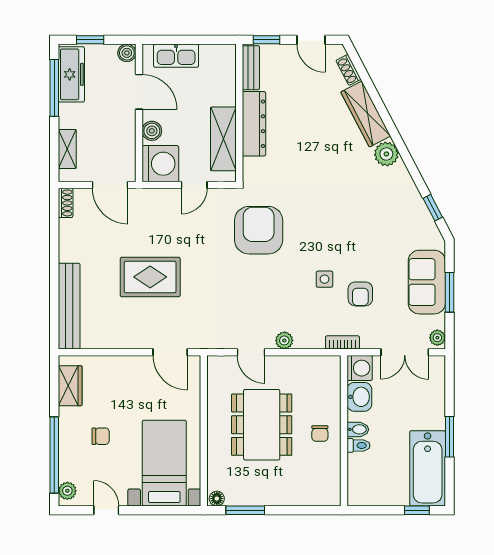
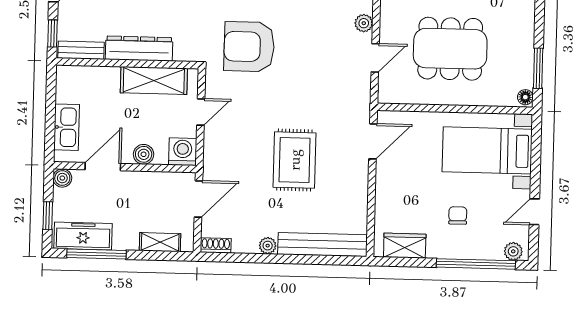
washing machine: (160, 164) -> (183, 152), width x0.73, depth x0.73
door: (194, 185) -> (201, 112), hinge flipped
plant: (67, 253) -> (268, 246), added

